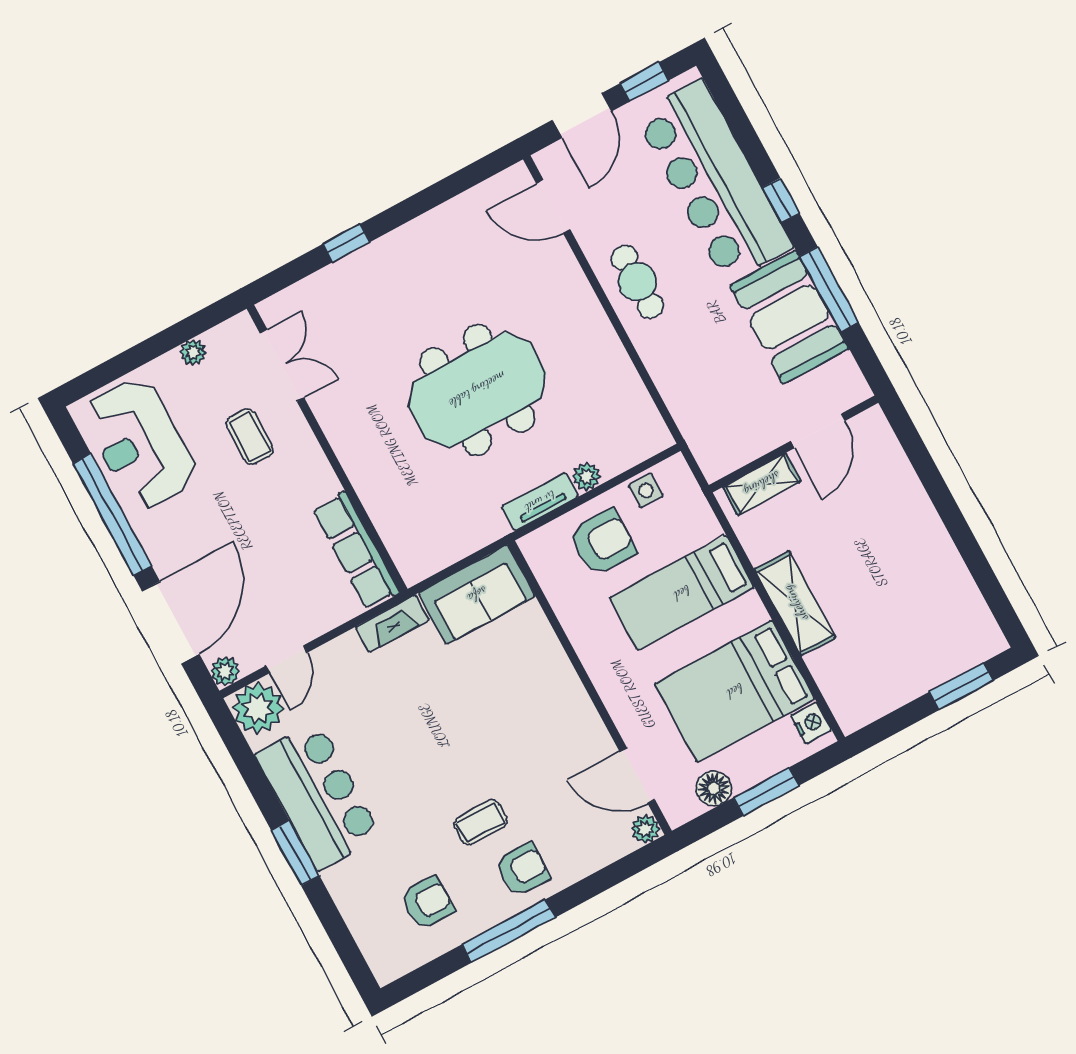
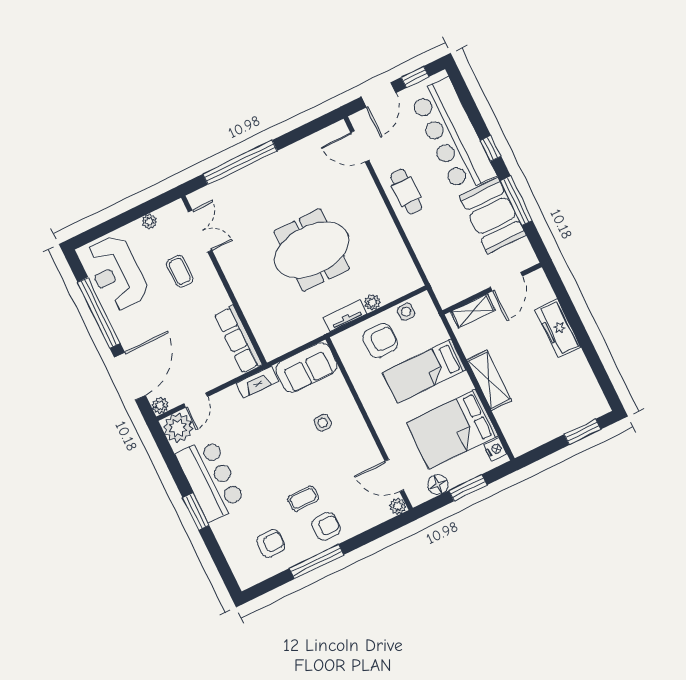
window: (346, 243) -> (240, 162), width x3.17
freezer: (911, 508) -> (558, 328), added
side table: (509, 689) -> (323, 423), added

